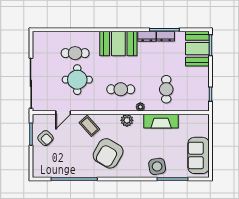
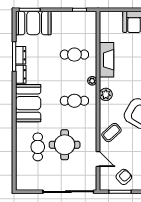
cafe table: (121, 89) -> (74, 101), turned 90

